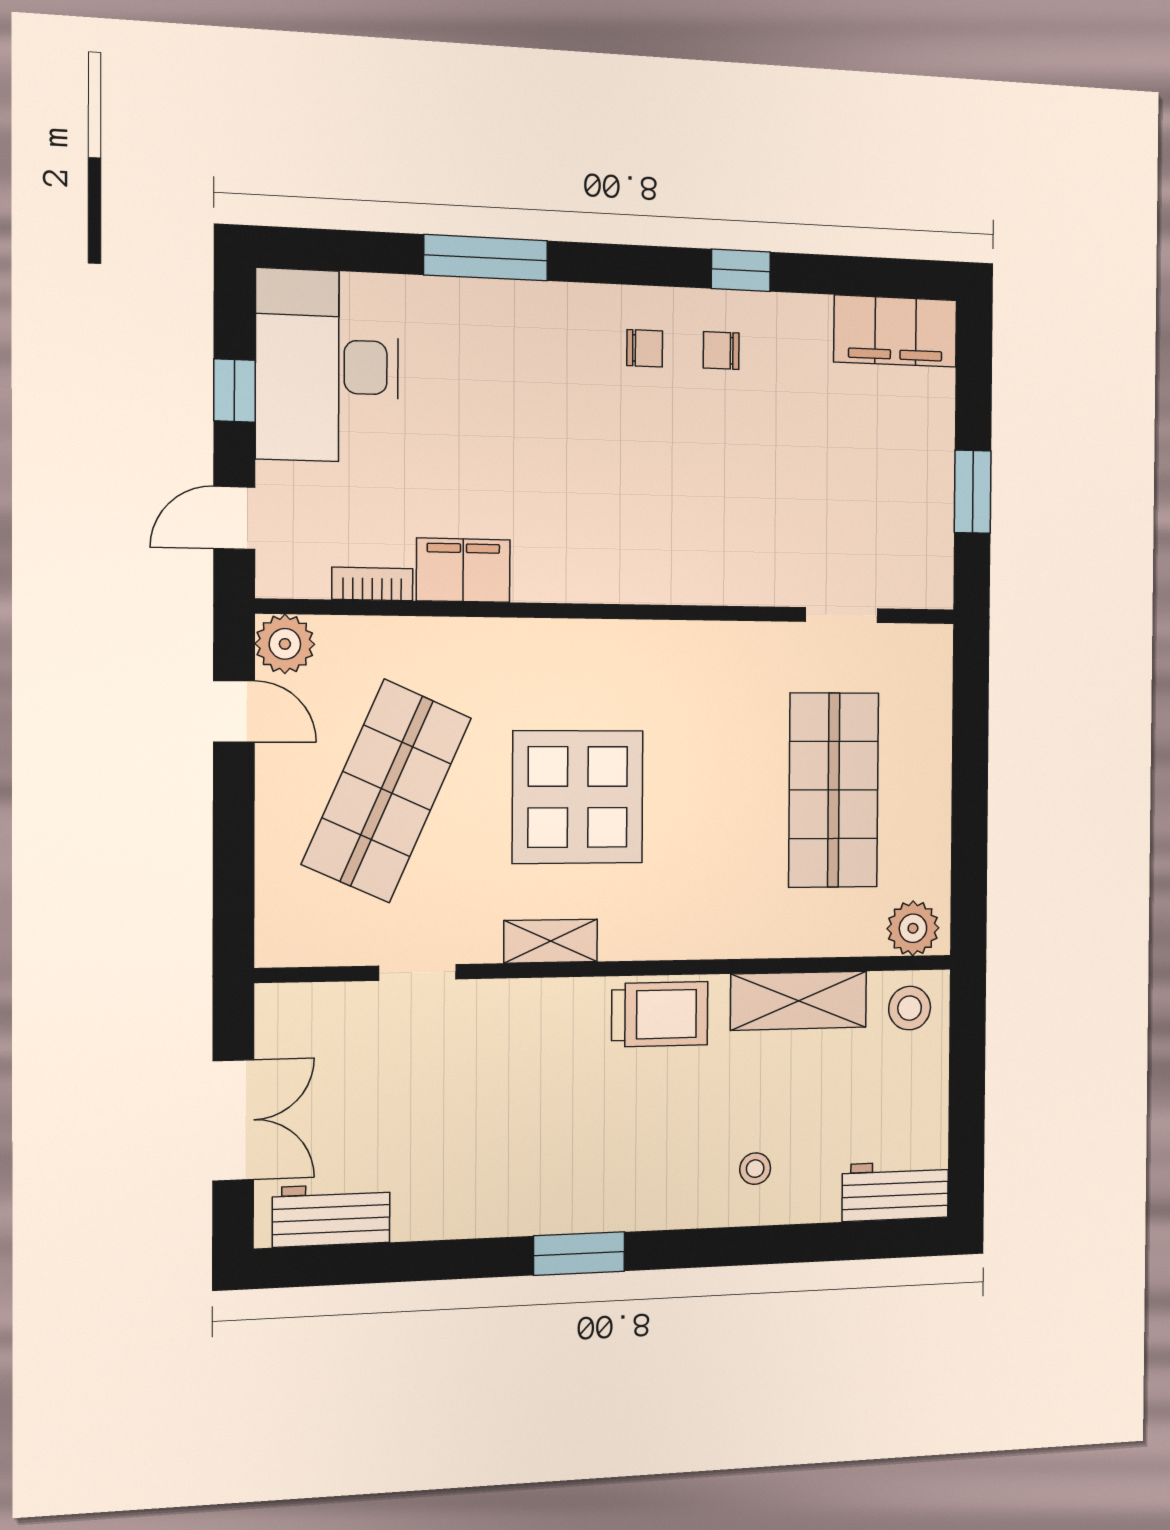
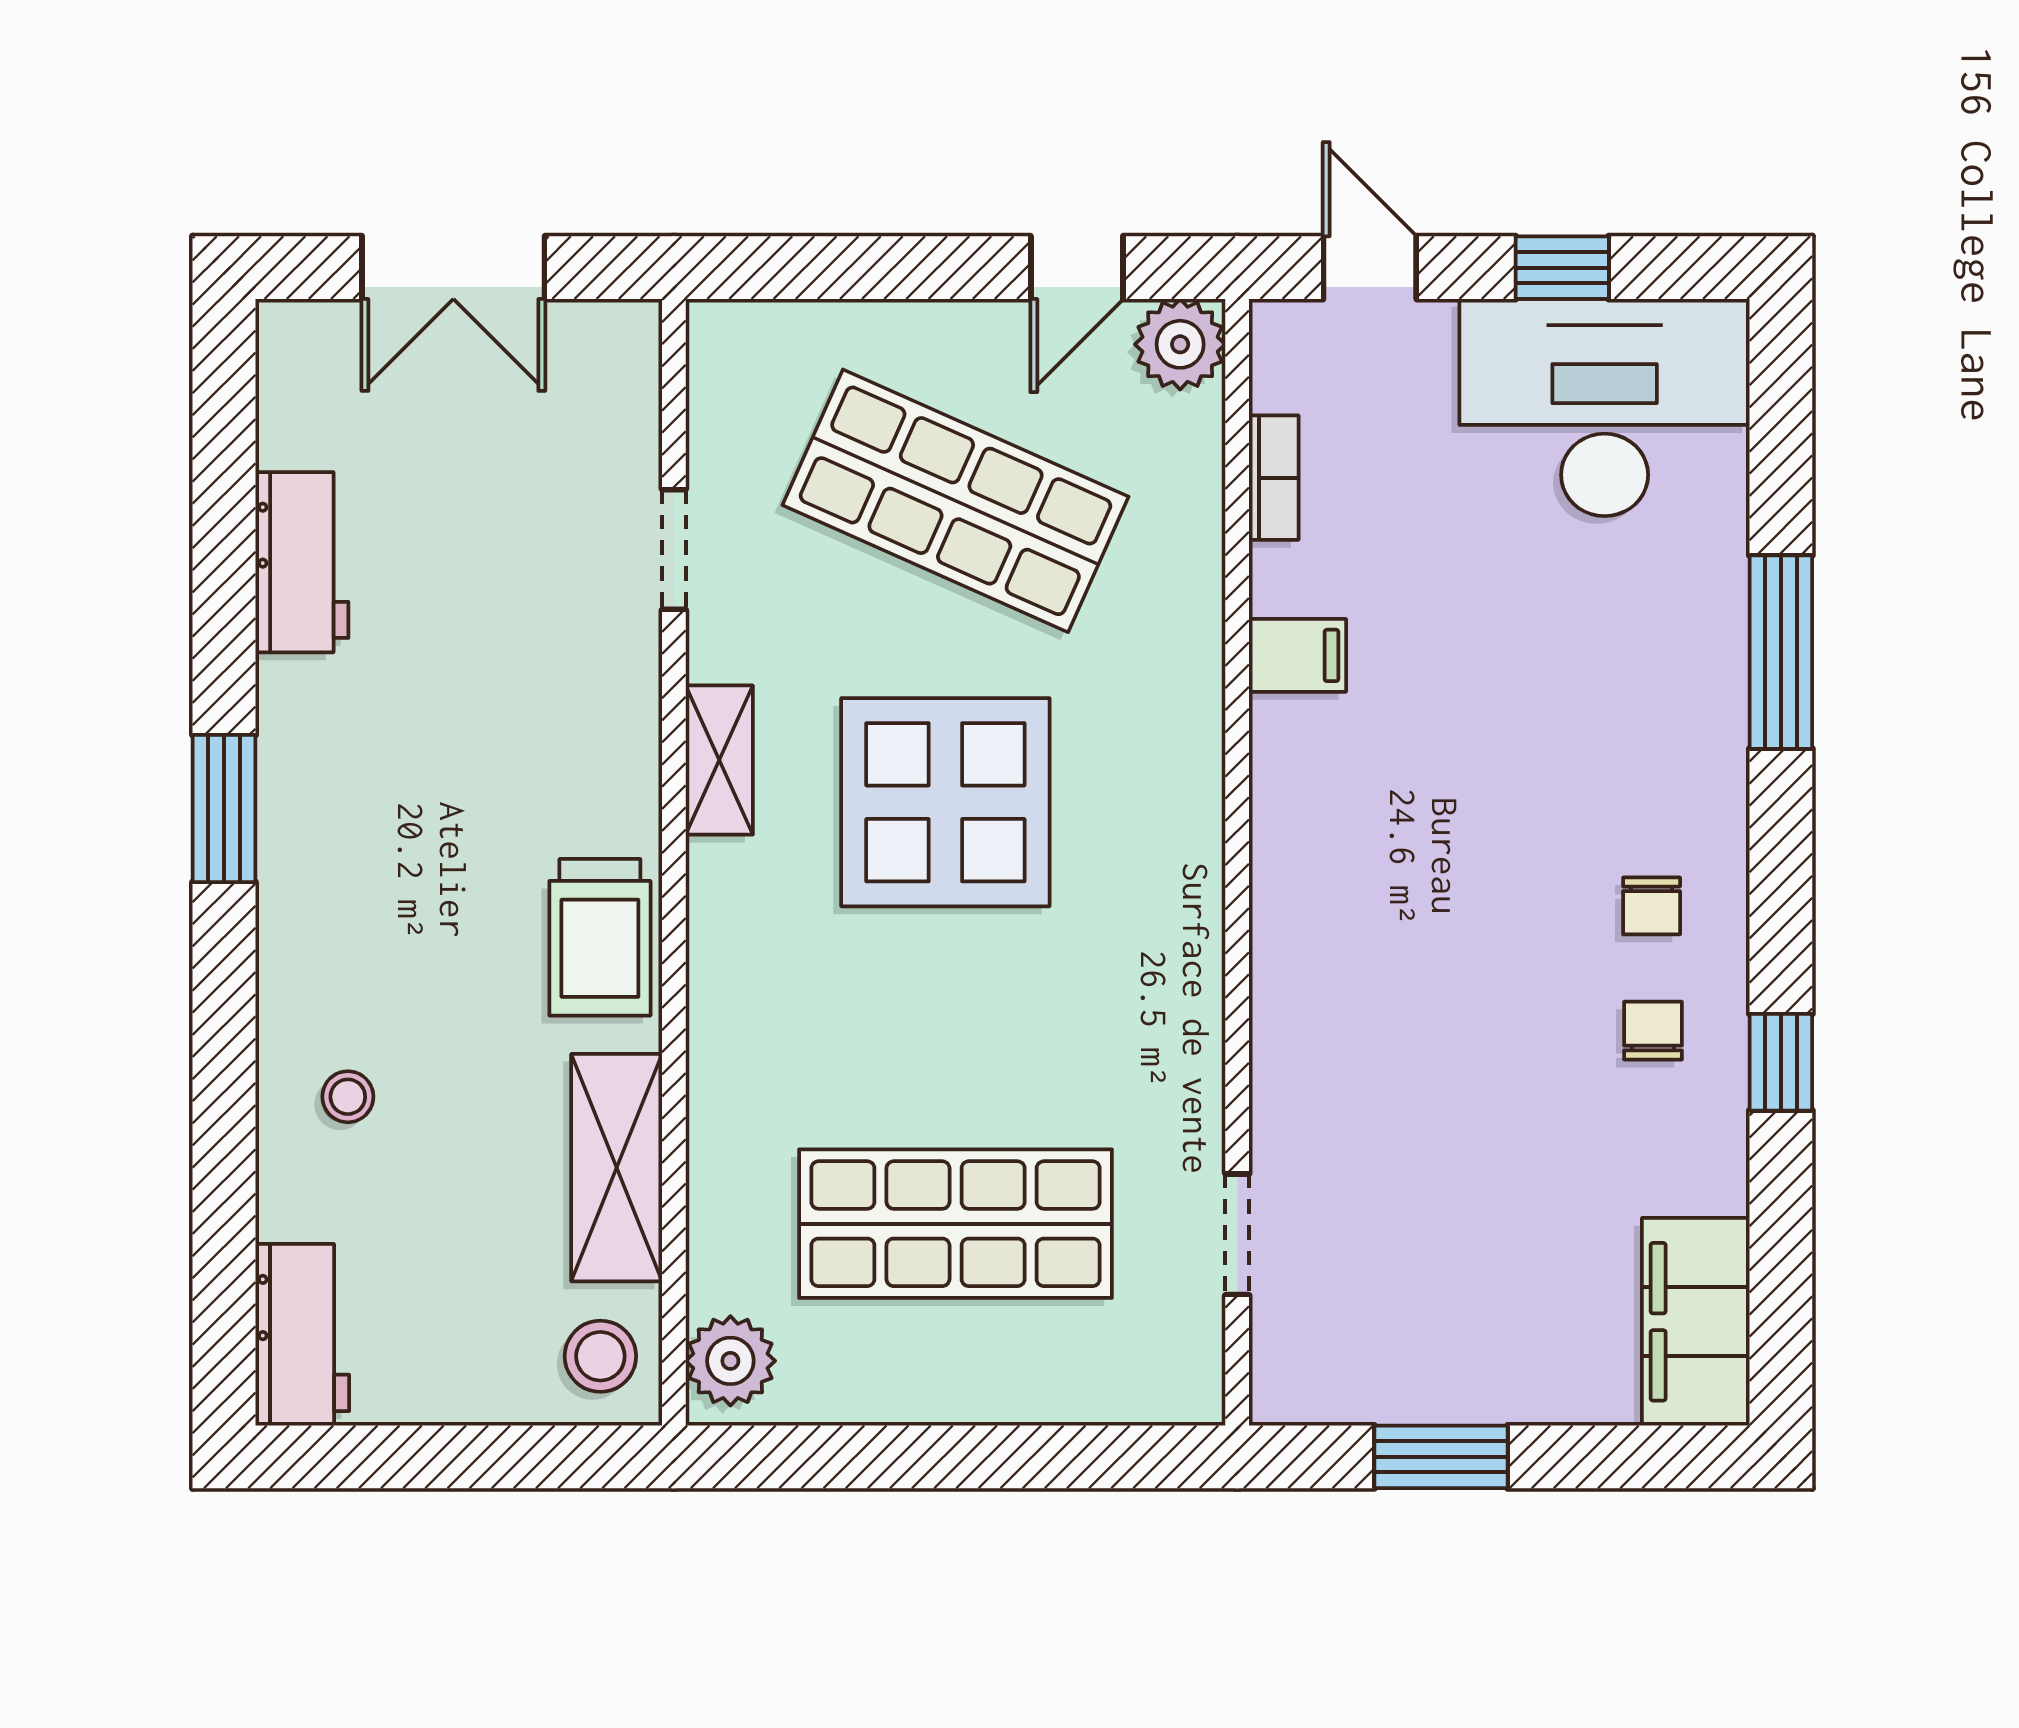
filing cabinet: (463, 570) -> (1298, 655), width x0.50
workbench: (331, 1215) -> (302, 562), moved

